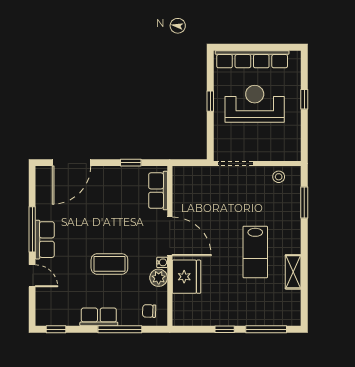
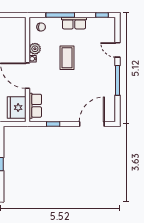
row of seats: (45, 240) -> (109, 74), removed
coffee table: (109, 264) -> (67, 58), turned 90
fridge: (186, 277) -> (17, 108), moved

